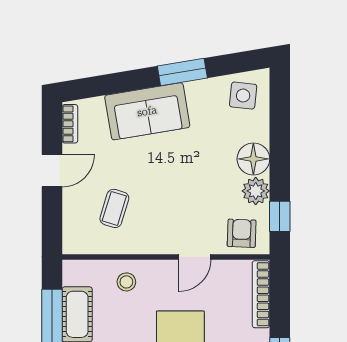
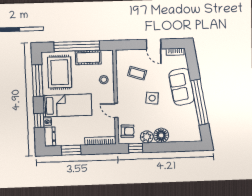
window: (182, 72) -> (200, 102), width x2.11
side table: (243, 96) -> (152, 98), moved

